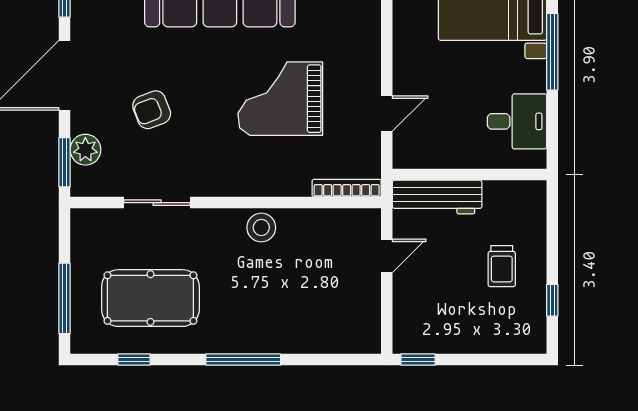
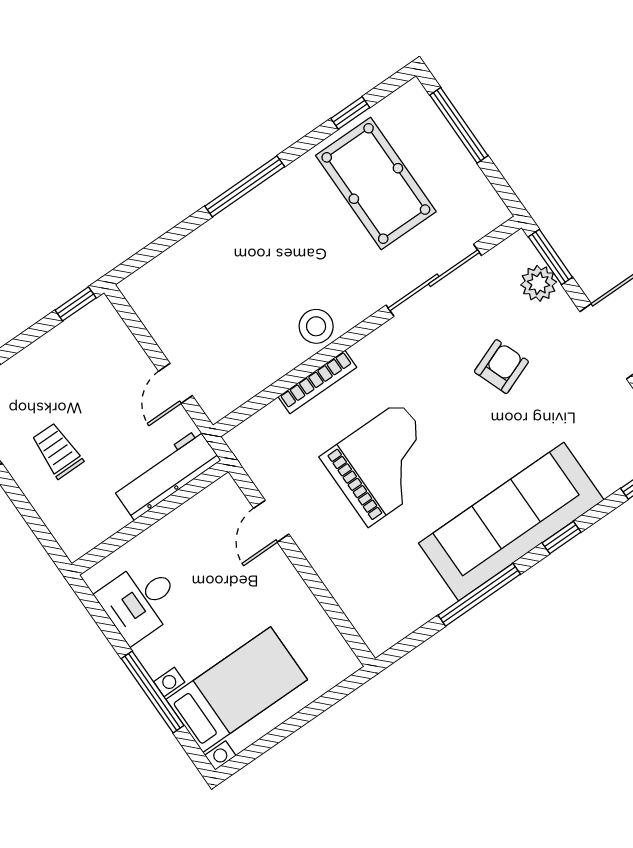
bookcase: (347, 188) -> (317, 382), moved
sliding door: (157, 203) -> (434, 280), width x1.37
pool table: (150, 298) -> (376, 183), turned 90

